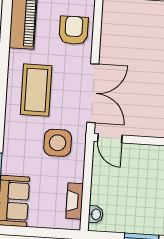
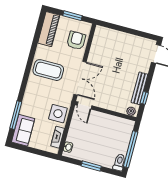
coffee table: (36, 90) -> (48, 70), turned 90
side table: (58, 143) -> (58, 114), moved

